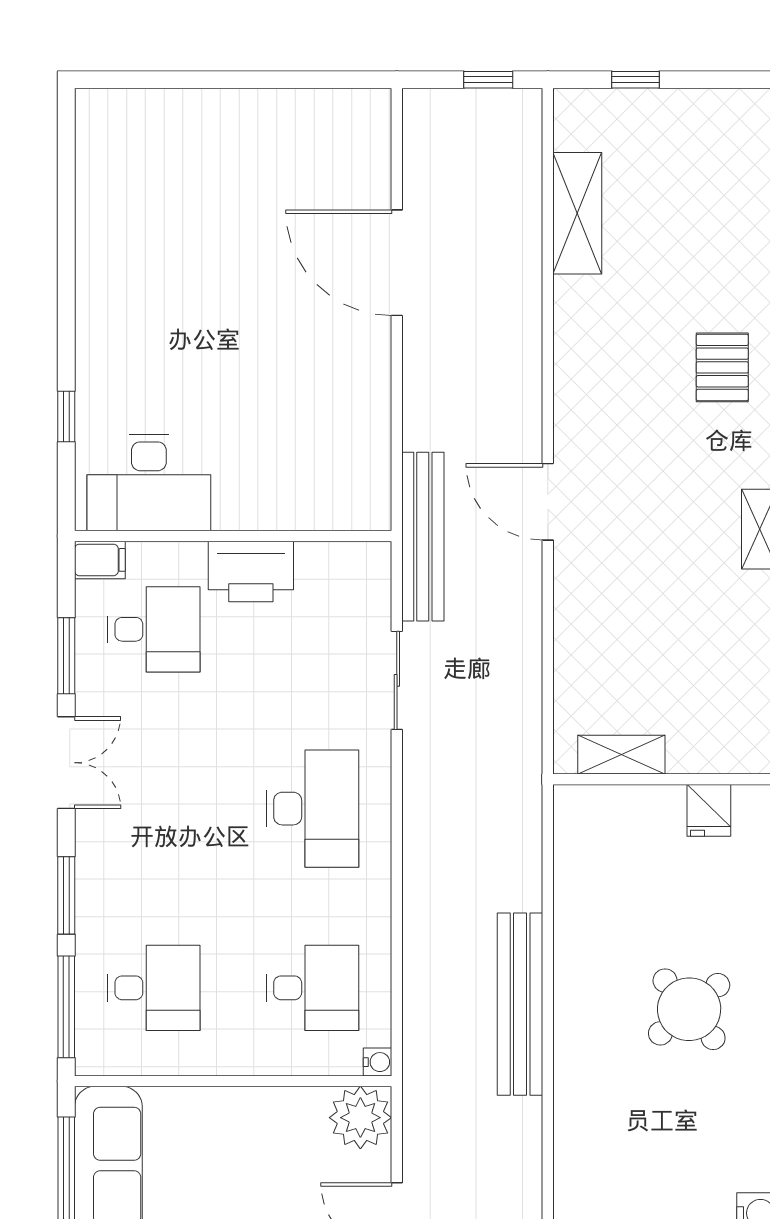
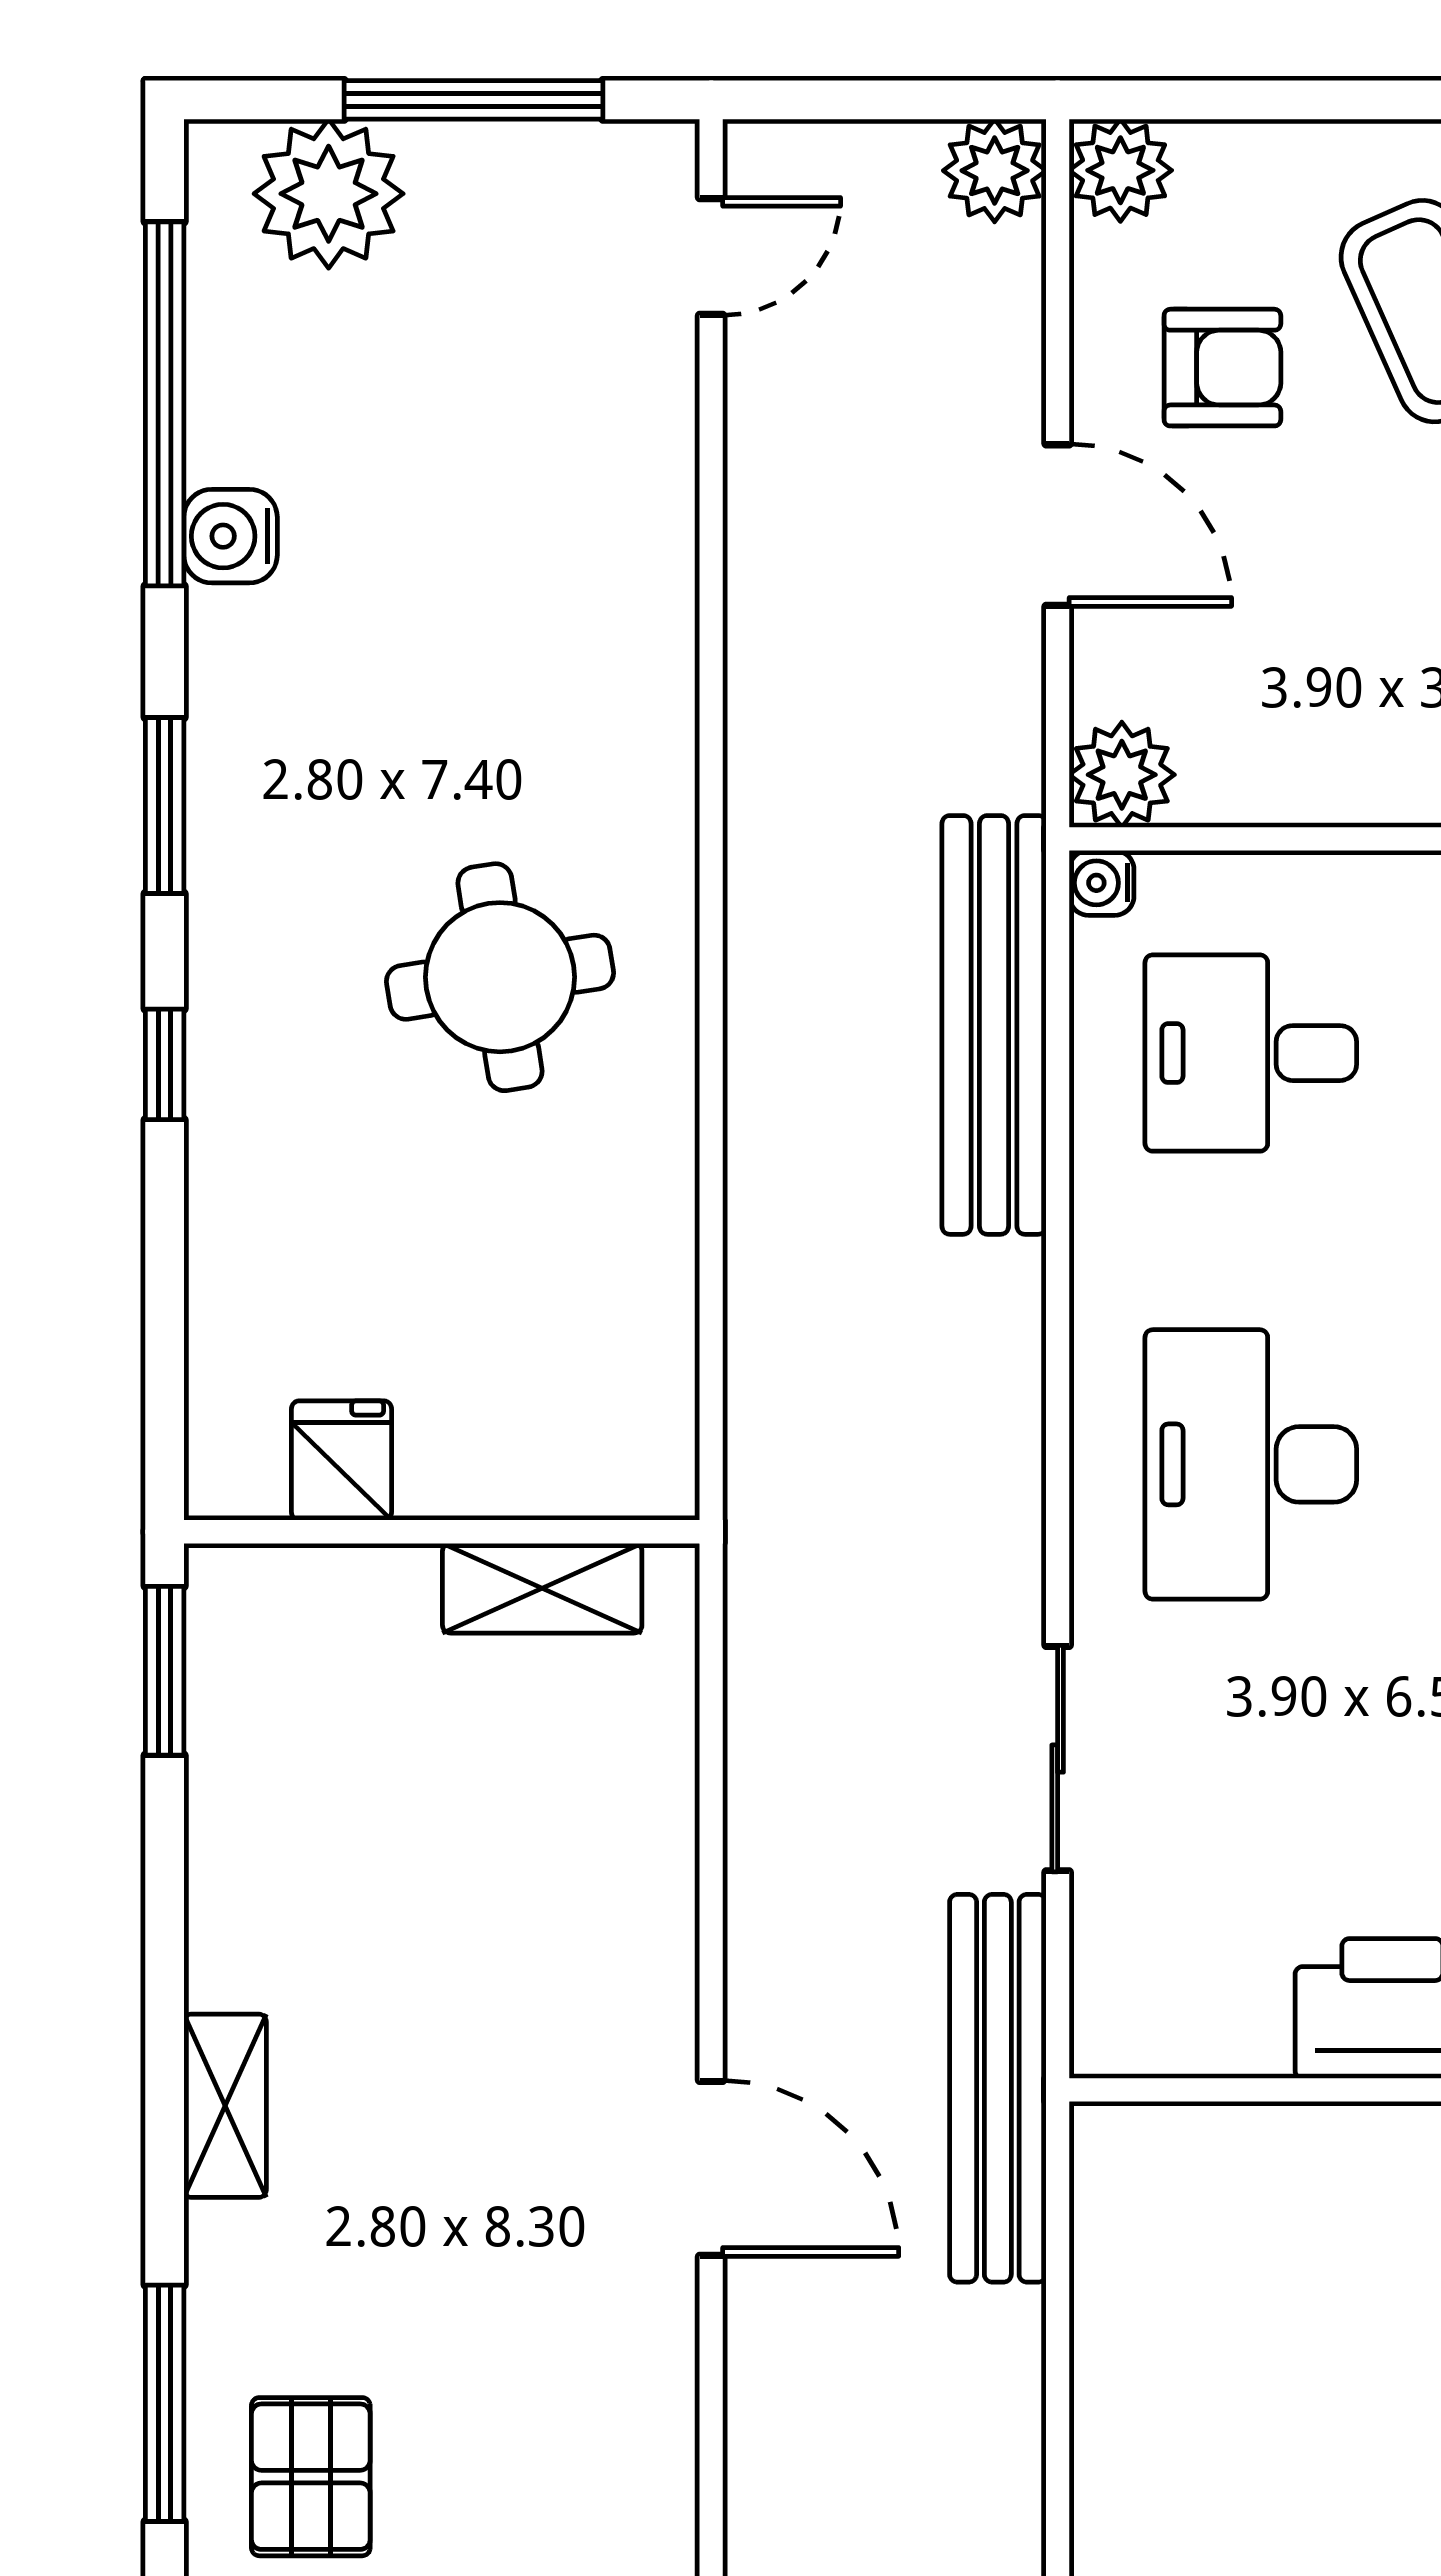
bench: (520, 1004) -> (994, 1025), moved
round table: (689, 1009) -> (500, 977), moved, turned 31
plant: (360, 1118) -> (1122, 775), width x0.73, depth x0.73

